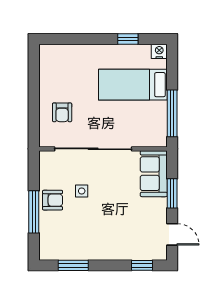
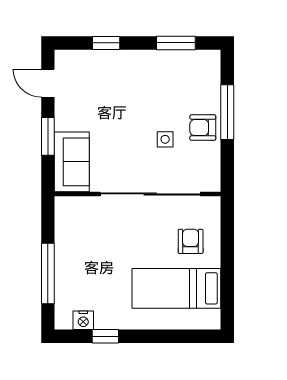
nightstand: (159, 51) -> (83, 320), moved
bed: (133, 85) -> (176, 288), moved, turned 180
window: (172, 113) -> (48, 274), moved
window: (142, 265) -> (106, 43), moved

